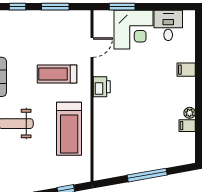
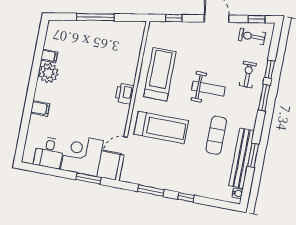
treadmill: (57, 74) -> (161, 127), width x1.37, depth x1.38
printer: (102, 87) -> (125, 94), moved
plant: (190, 113) -> (48, 73), width x1.88, depth x1.88

